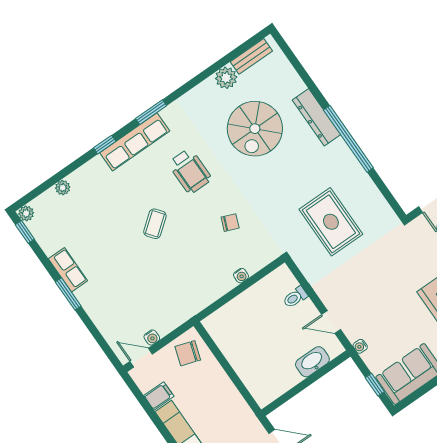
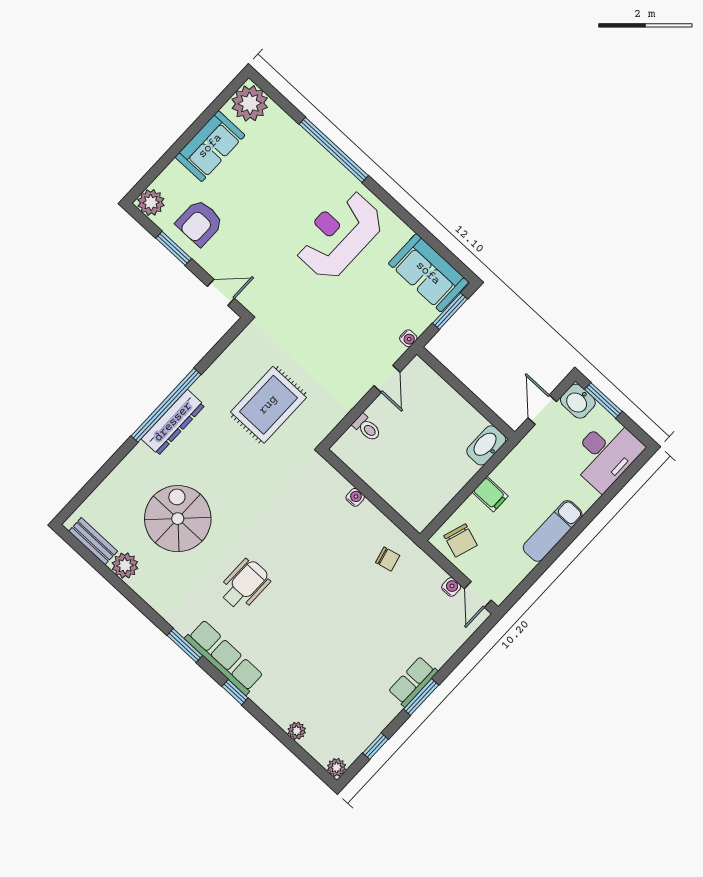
dresser: (316, 117) -> (173, 422), moved
spiral stairs: (255, 129) -> (178, 519), turned -90
chair: (230, 223) -> (388, 559), moved, turned 144
coffee table: (155, 224) -> (316, 612), removed
window: (25, 232) -> (375, 746), moved
row of seats: (68, 270) -> (413, 681), moved
washbasin: (312, 362) -> (486, 445), moved, turned 90
window: (375, 385) -> (450, 311), width x1.50
filing cabinet: (159, 396) -> (490, 494), moved, turned 180

